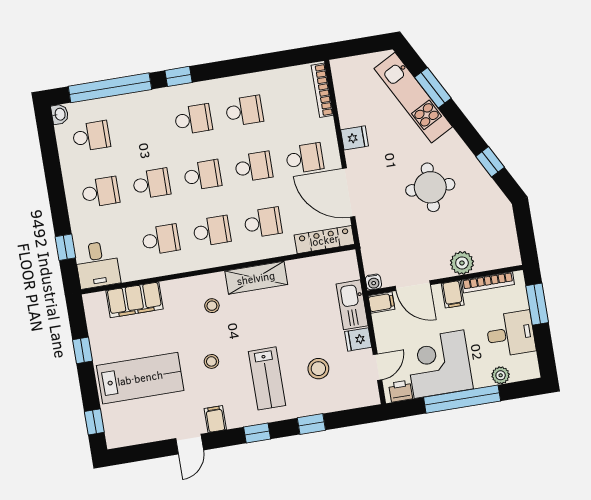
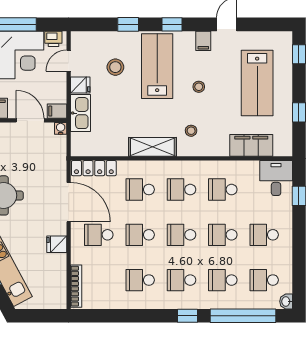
school desk: (142, 128) -> (223, 280), added
lab bench: (140, 378) -> (257, 83), turned -90
lab bench: (267, 378) -> (157, 66), width x1.36, depth x1.39

